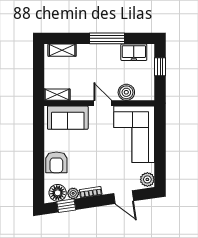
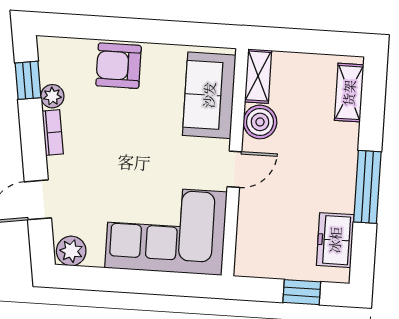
boiler: (126, 92) -> (260, 122), moved
floor lamp: (58, 193) -> (56, 64), removed

